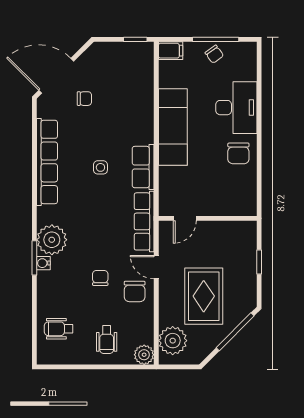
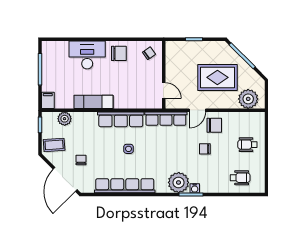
chair: (214, 54) -> (149, 53), moved
coffee table: (106, 60) -> (54, 145), added
exam couch: (173, 127) -> (94, 102), width x0.73, depth x0.69
row of seats: (143, 167) -> (121, 119), width x1.48
wheelchair: (59, 329) -> (240, 178), turned -90
wheelchair: (107, 340) -> (248, 145), turned 180
plant: (144, 355) -> (65, 119), moved

